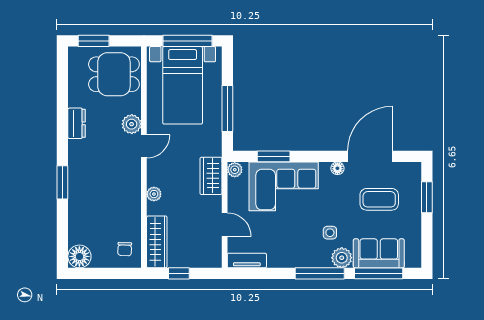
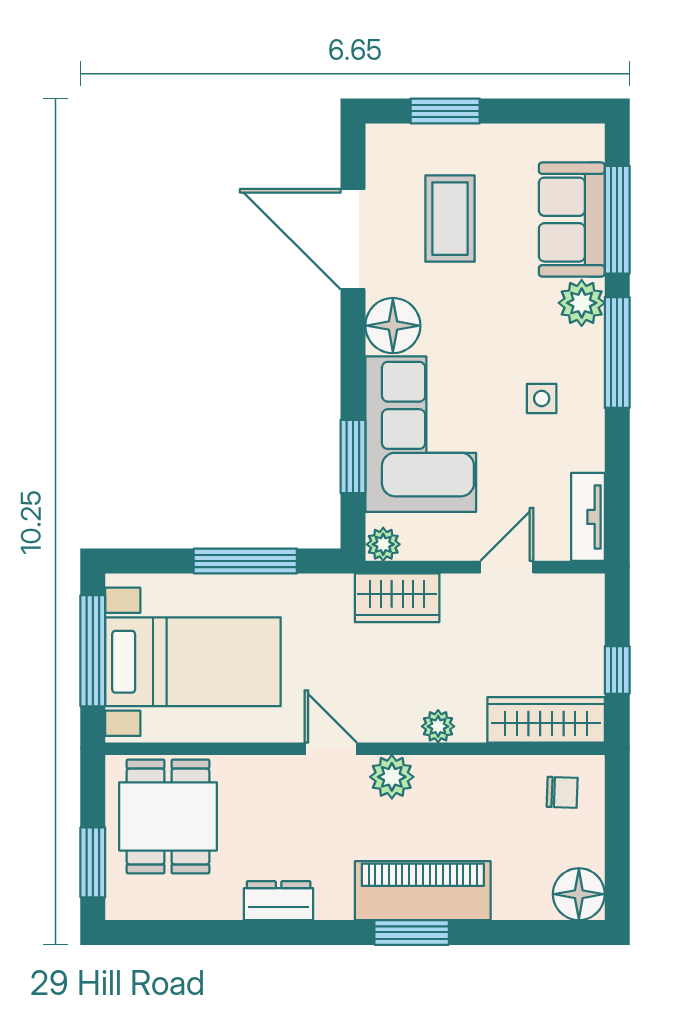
plant: (132, 124) -> (392, 777), moved
floor lamp: (337, 168) -> (393, 326), width x1.89, depth x1.89
piano: (81, 187) -> (423, 891), added
side table: (330, 233) -> (542, 398), moved

